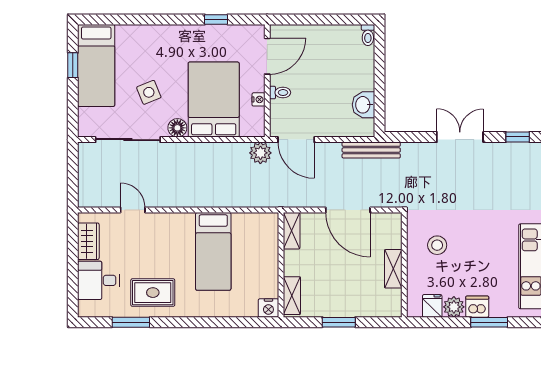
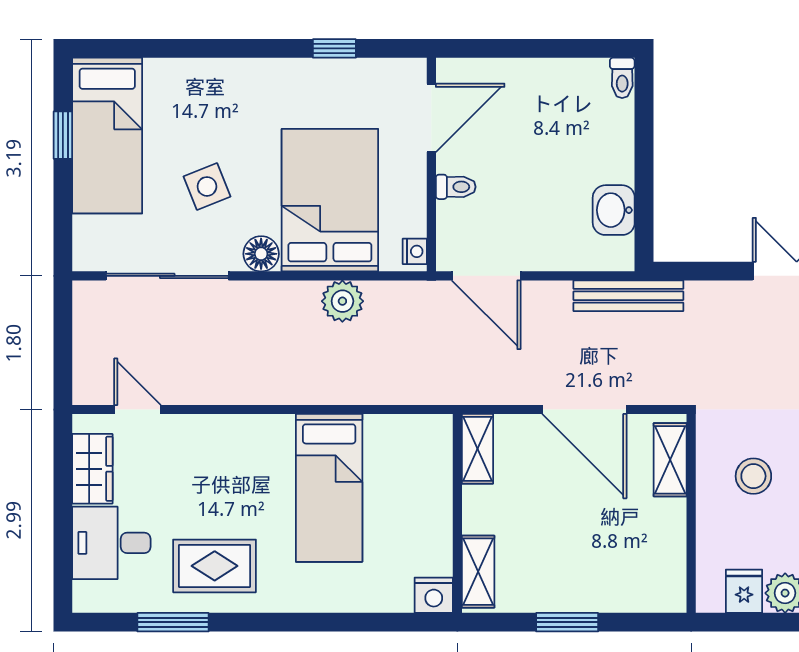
nightstand: (258, 99) -> (415, 251), moved
plant: (260, 153) -> (342, 301), moved
door: (133, 210) -> (137, 410), moved
shelving: (393, 269) -> (670, 460), moved

